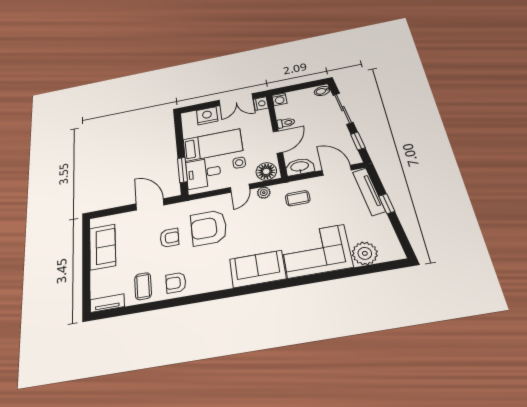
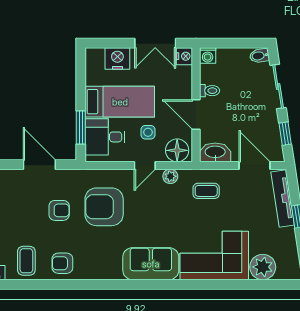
door: (278, 142) -> (196, 114), swing flipped

